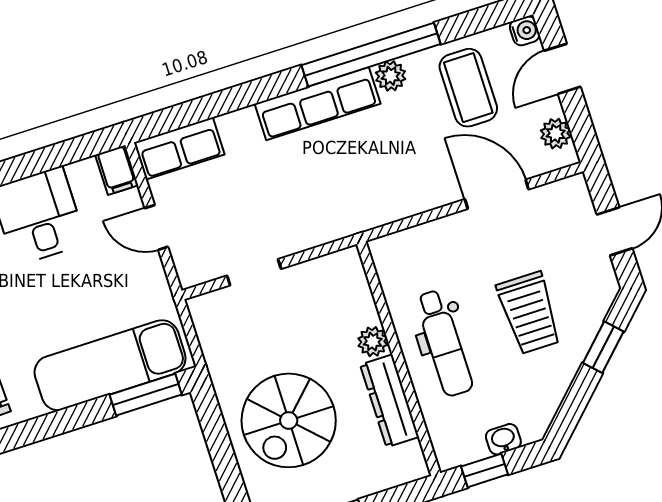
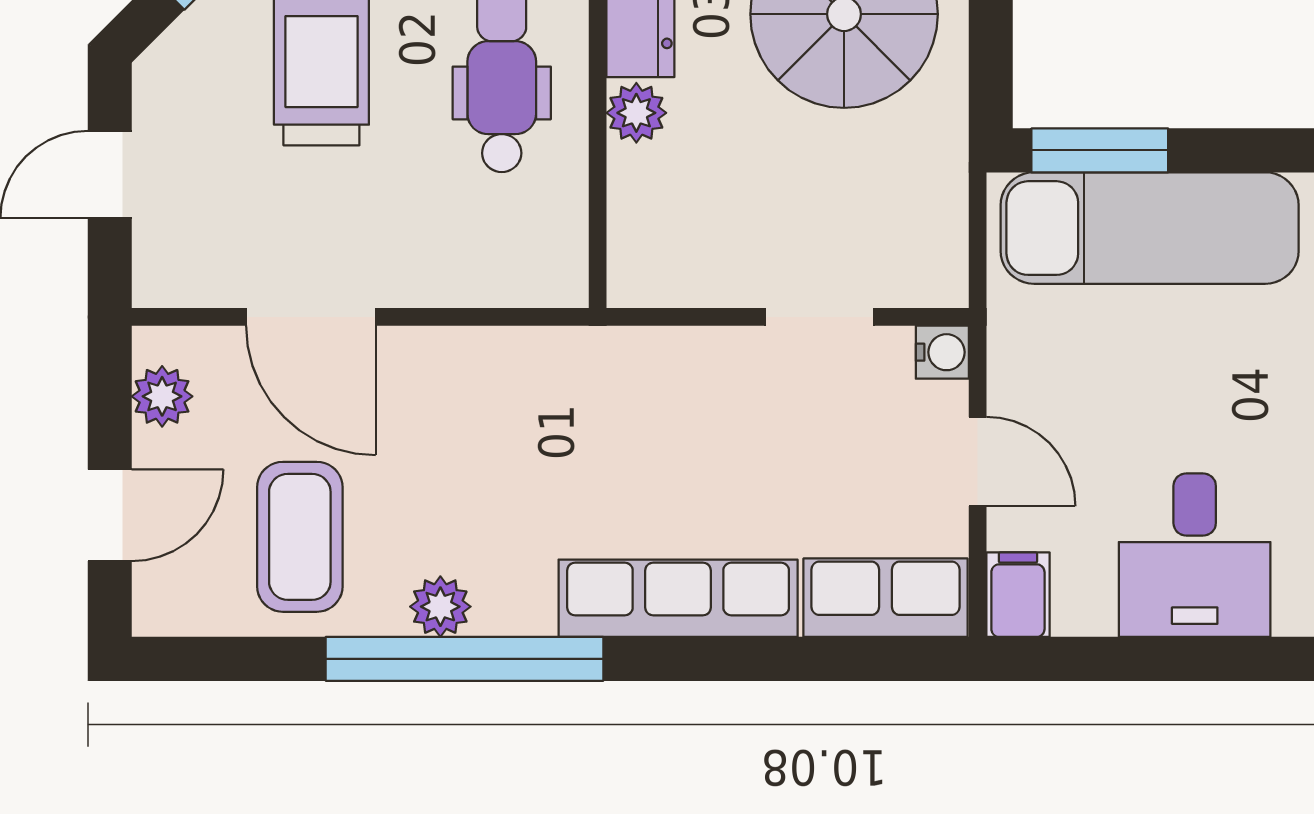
water cooler: (525, 31) -> (942, 352), moved, turned 180
row of seats: (318, 104) -> (678, 598), moved

